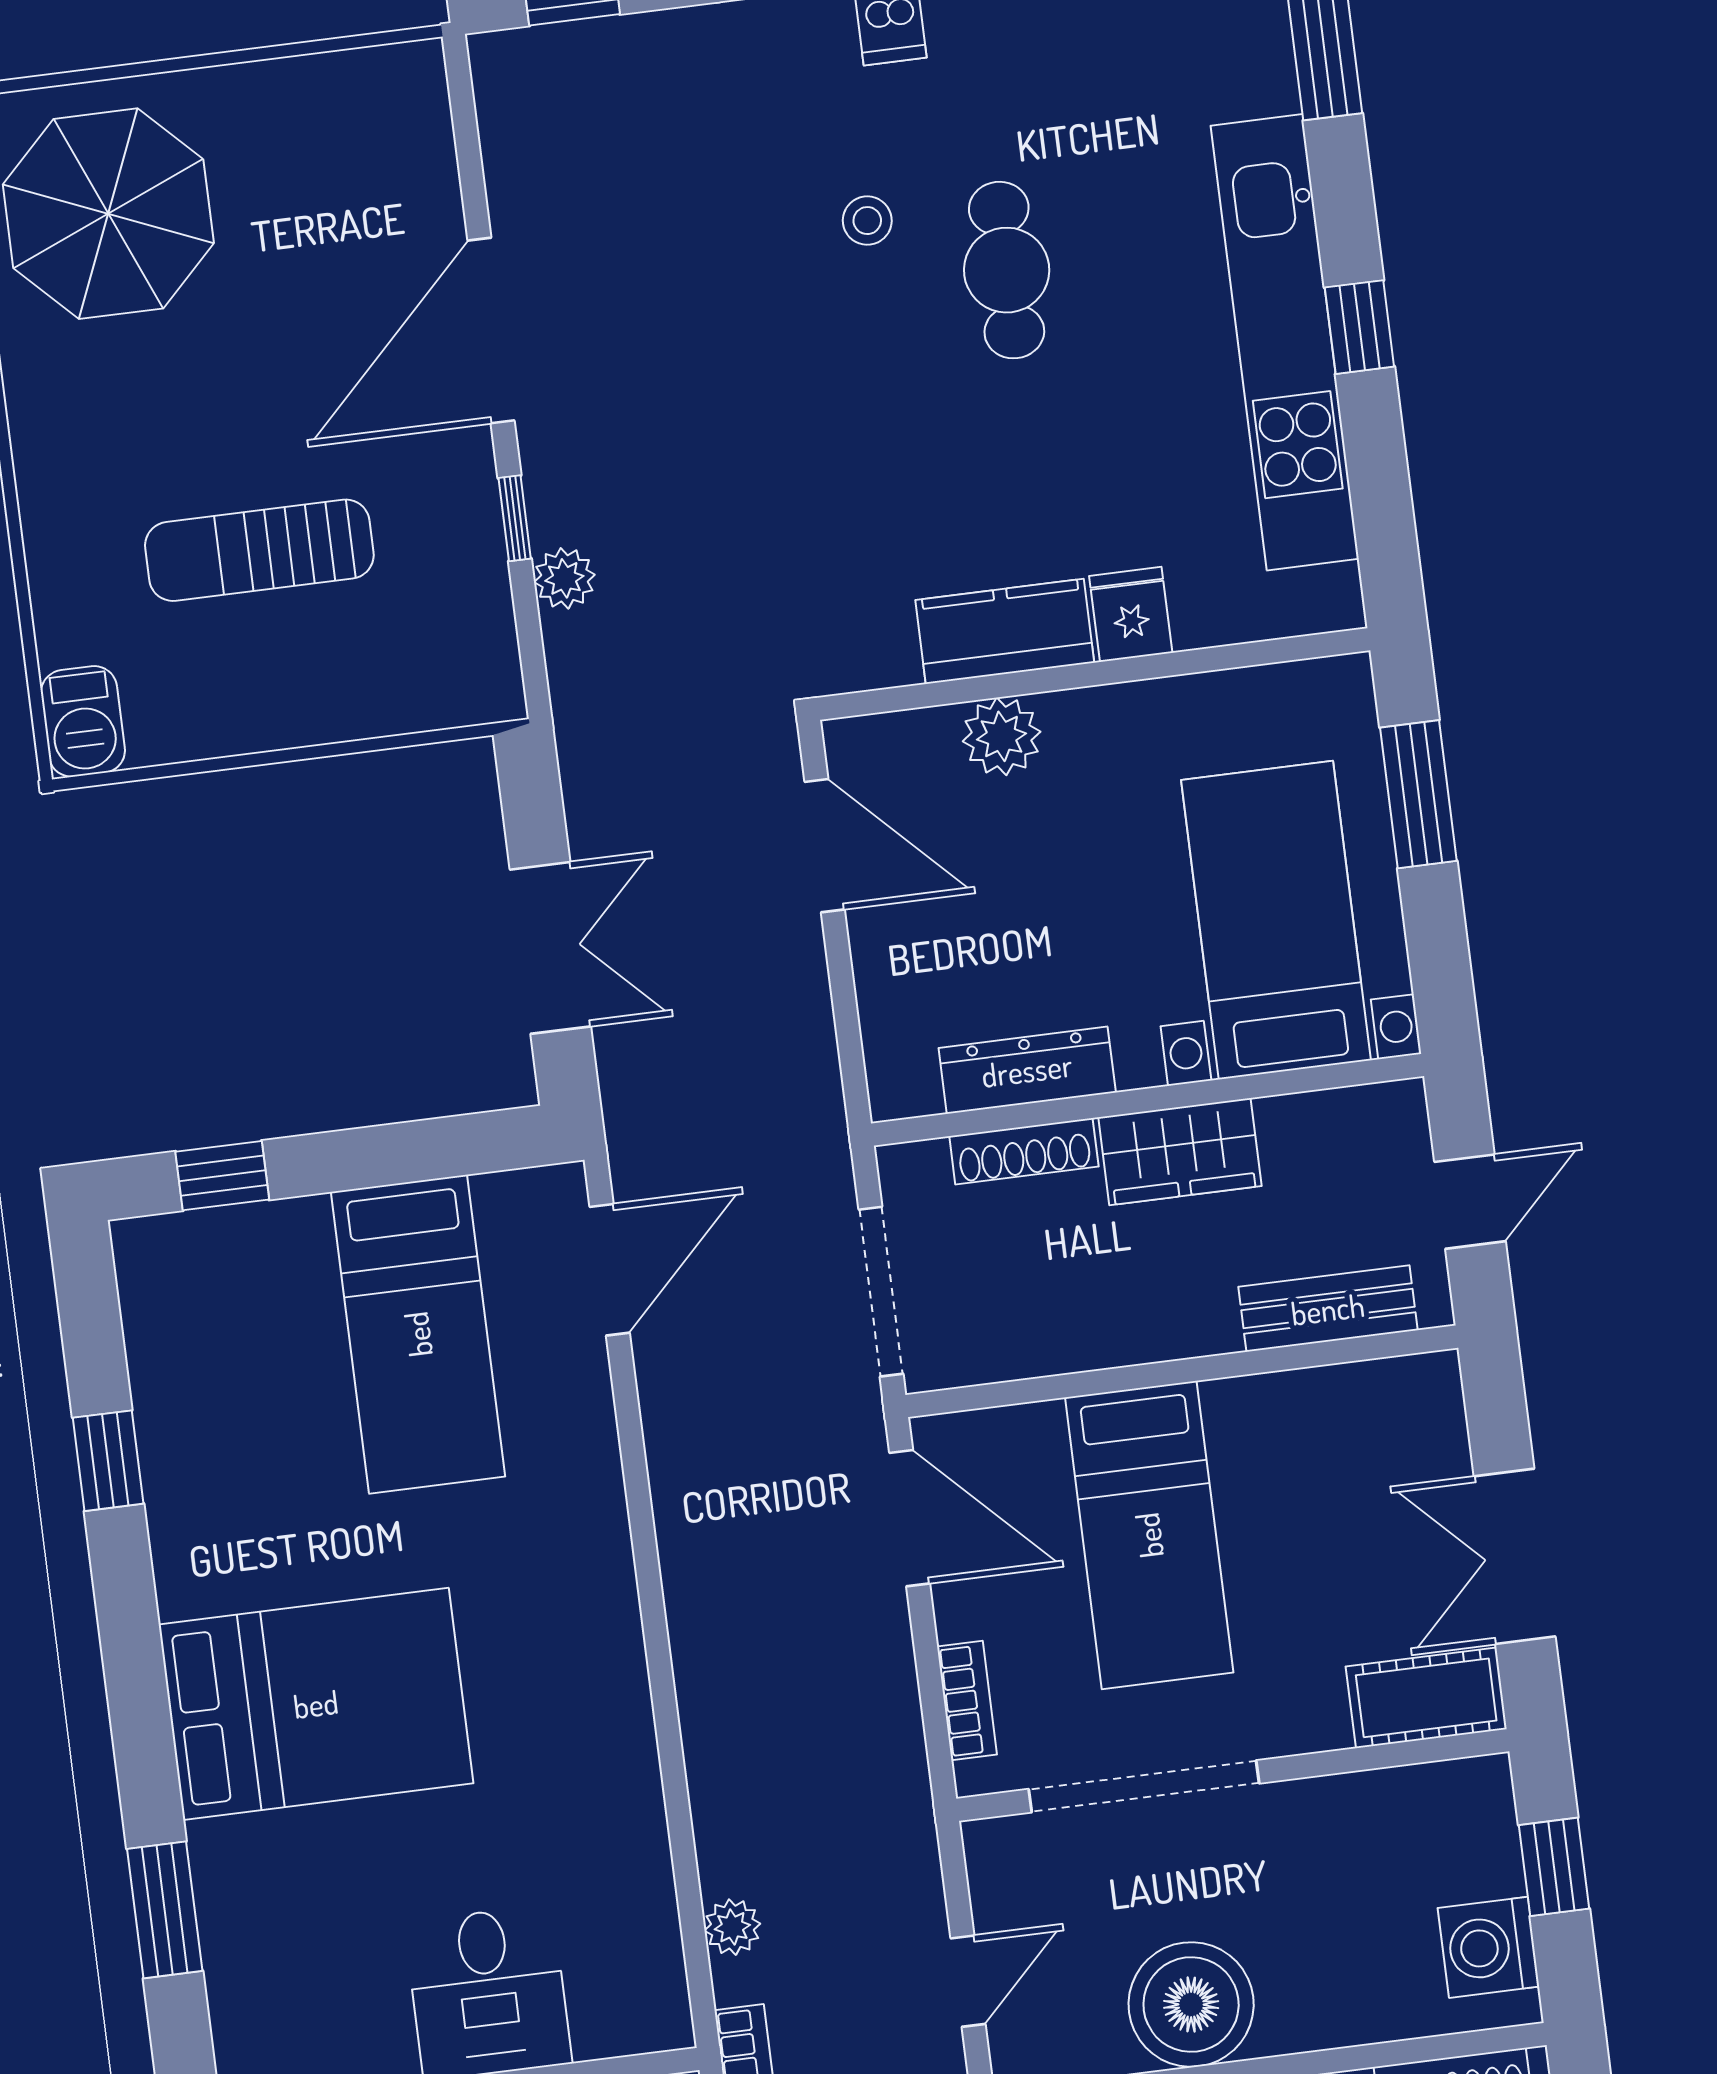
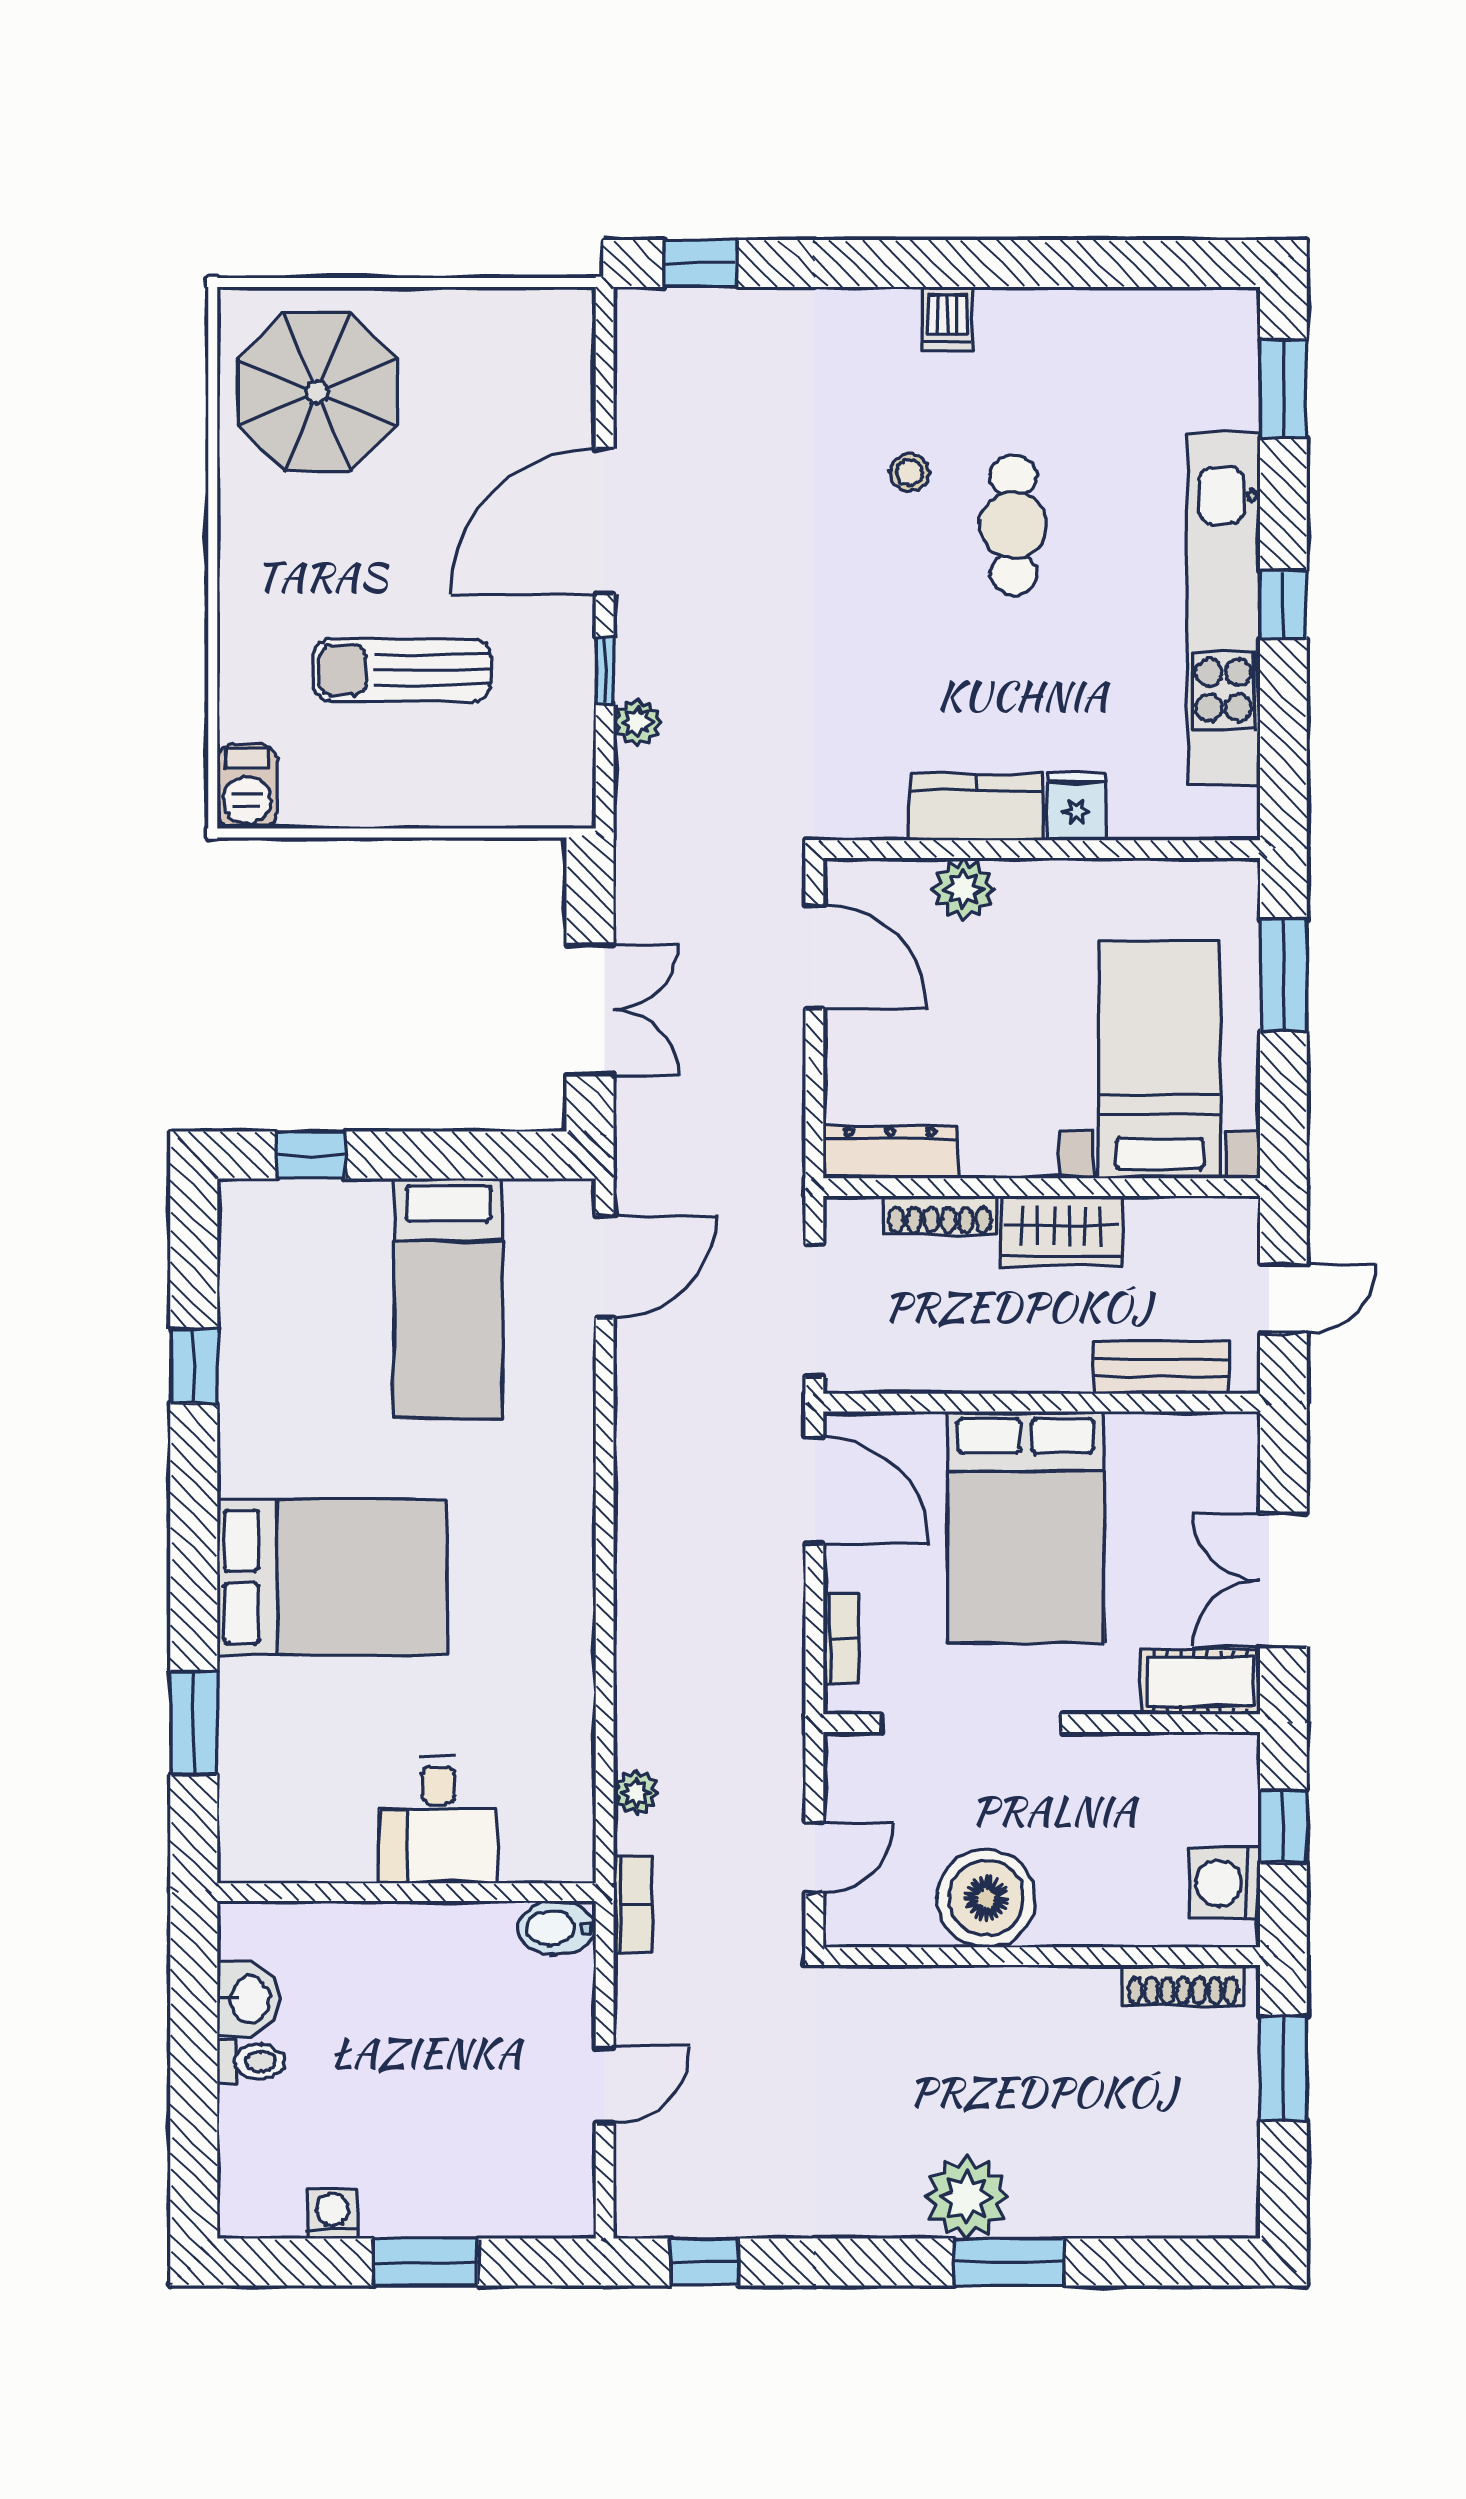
dresser: (1027, 1070) -> (890, 1152), moved
bed: (1149, 1535) -> (1026, 1527), width x1.50

